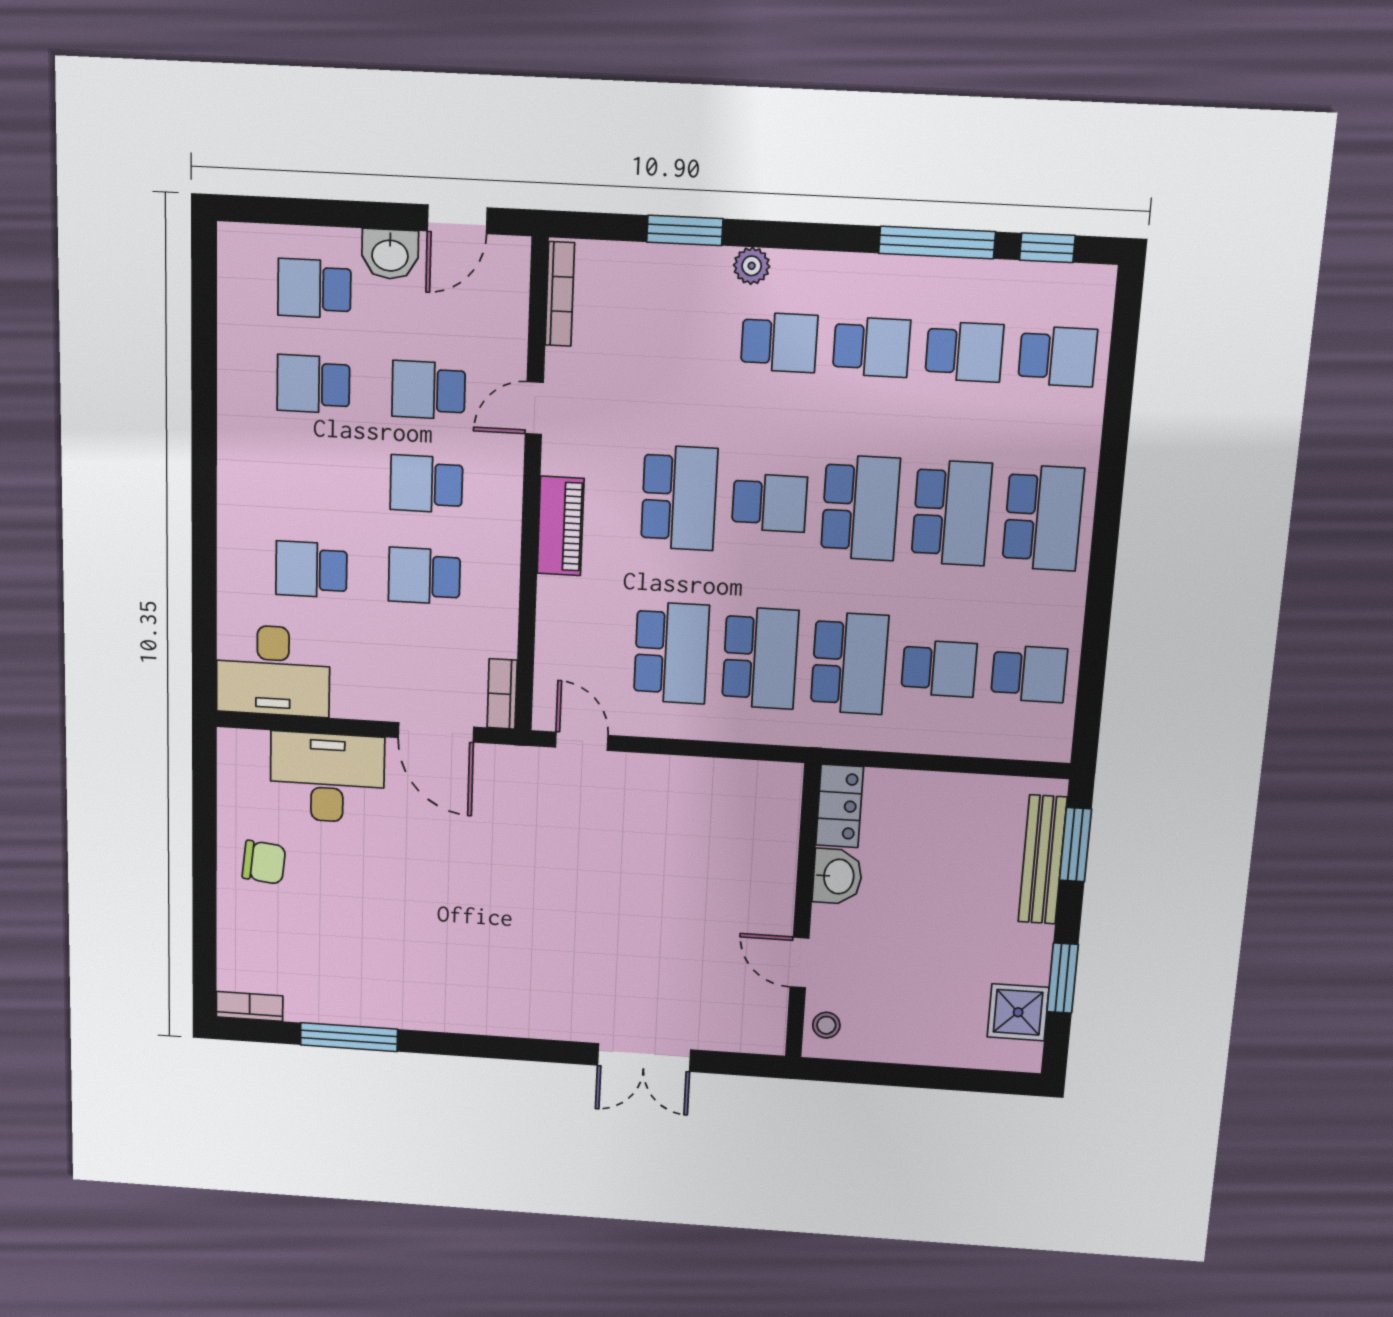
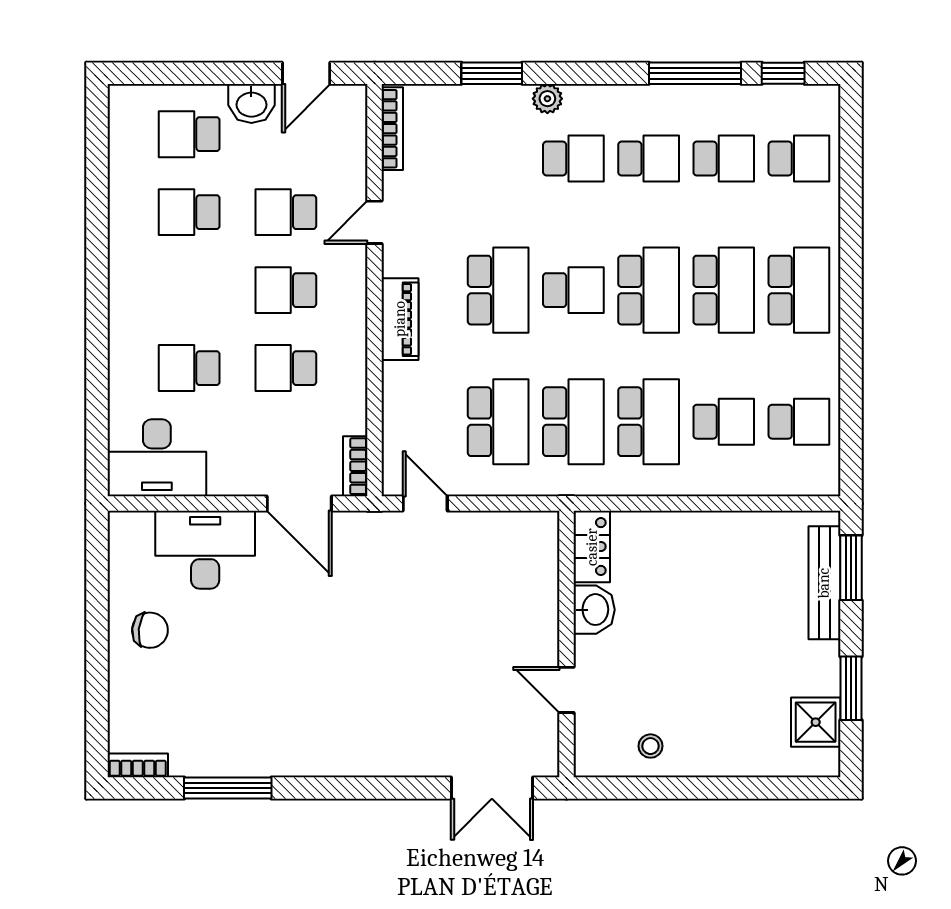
locker: (840, 806) -> (592, 547), moved
washbasin: (837, 876) -> (594, 610), moved
wall: (803, 912) -> (567, 644), moved
door: (799, 963) -> (567, 690), moved

